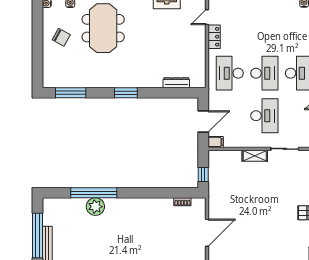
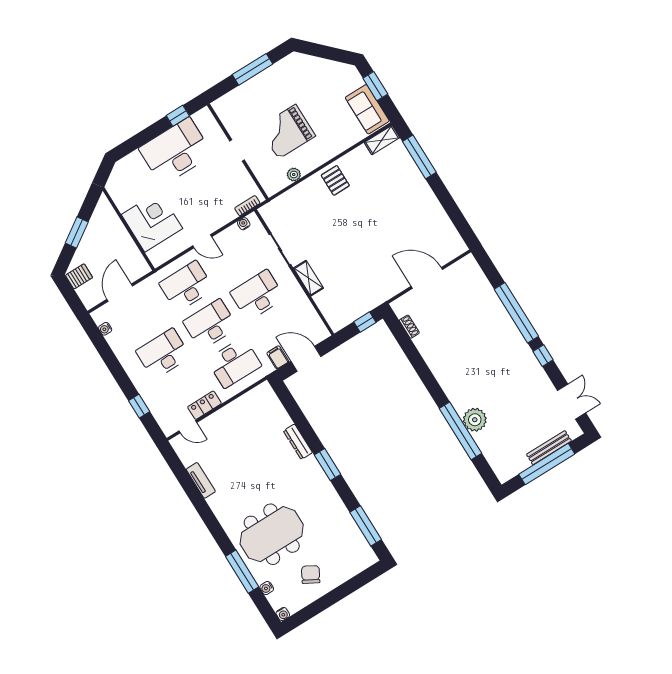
desk: (264, 31) -> (163, 354), added
dresser: (176, 83) -> (298, 442), moved
filing cabinet: (216, 142) -> (278, 357), moved

